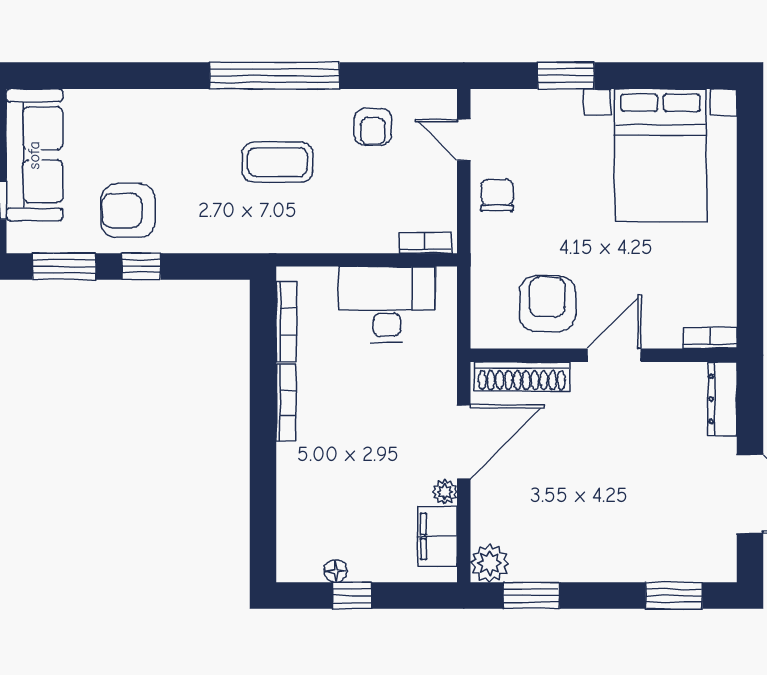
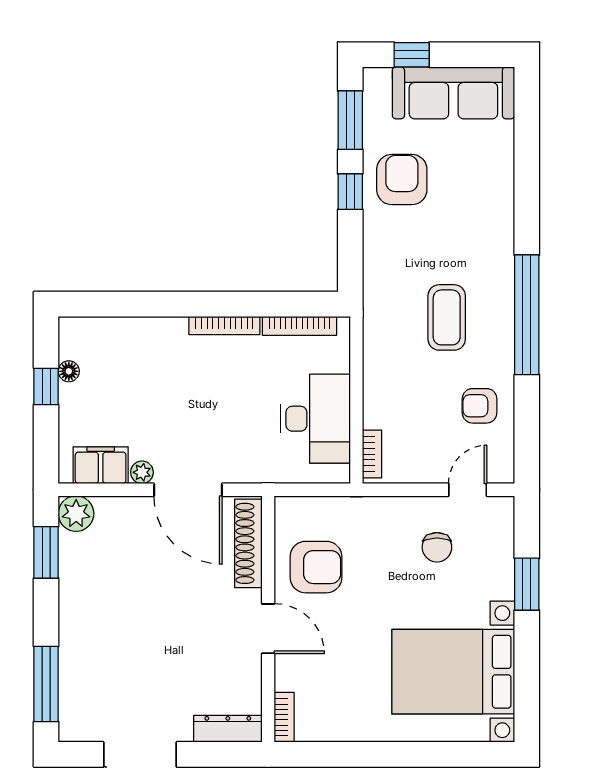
chair: (497, 195) -> (437, 547), moved, turned 90
window: (674, 595) -> (46, 684), width x1.44

